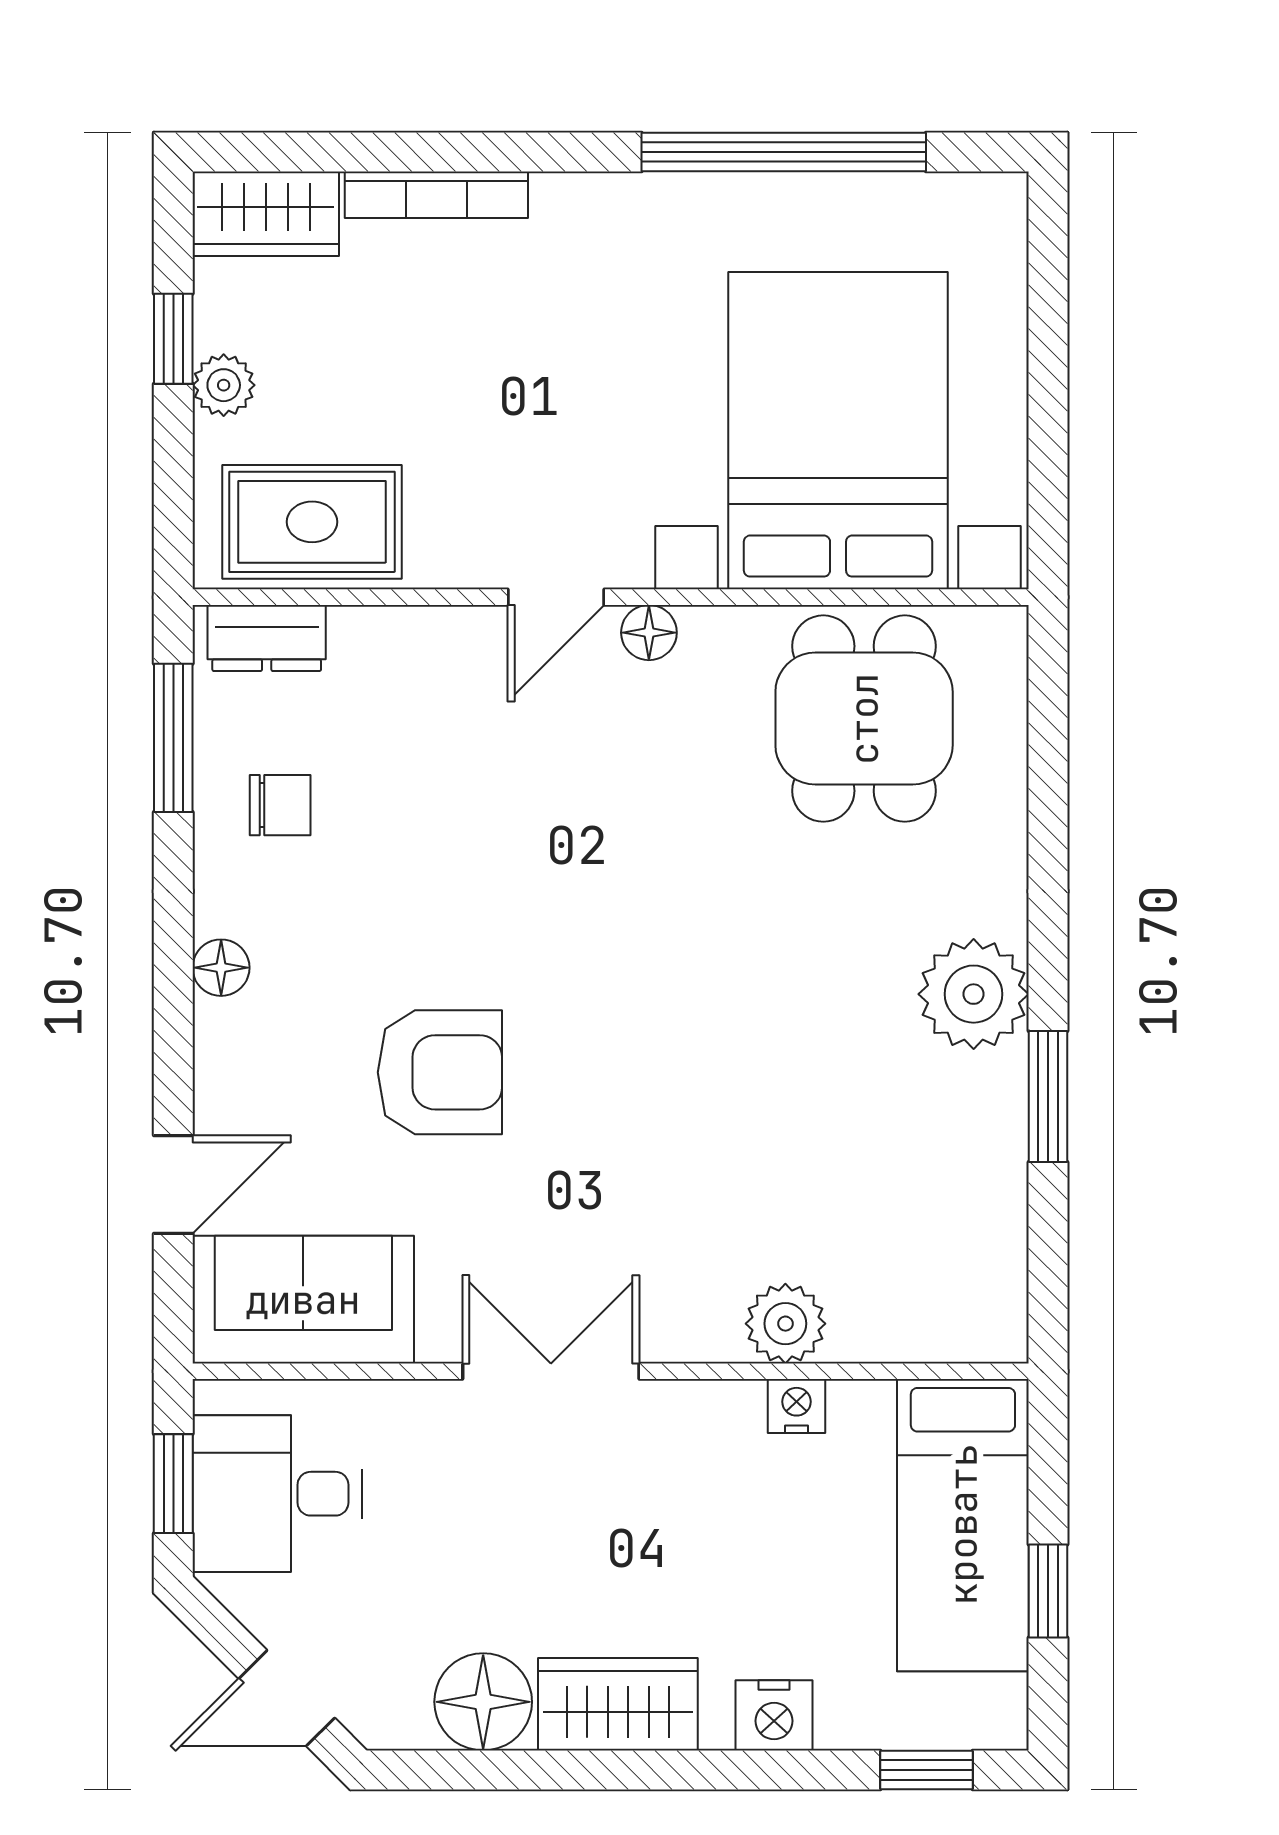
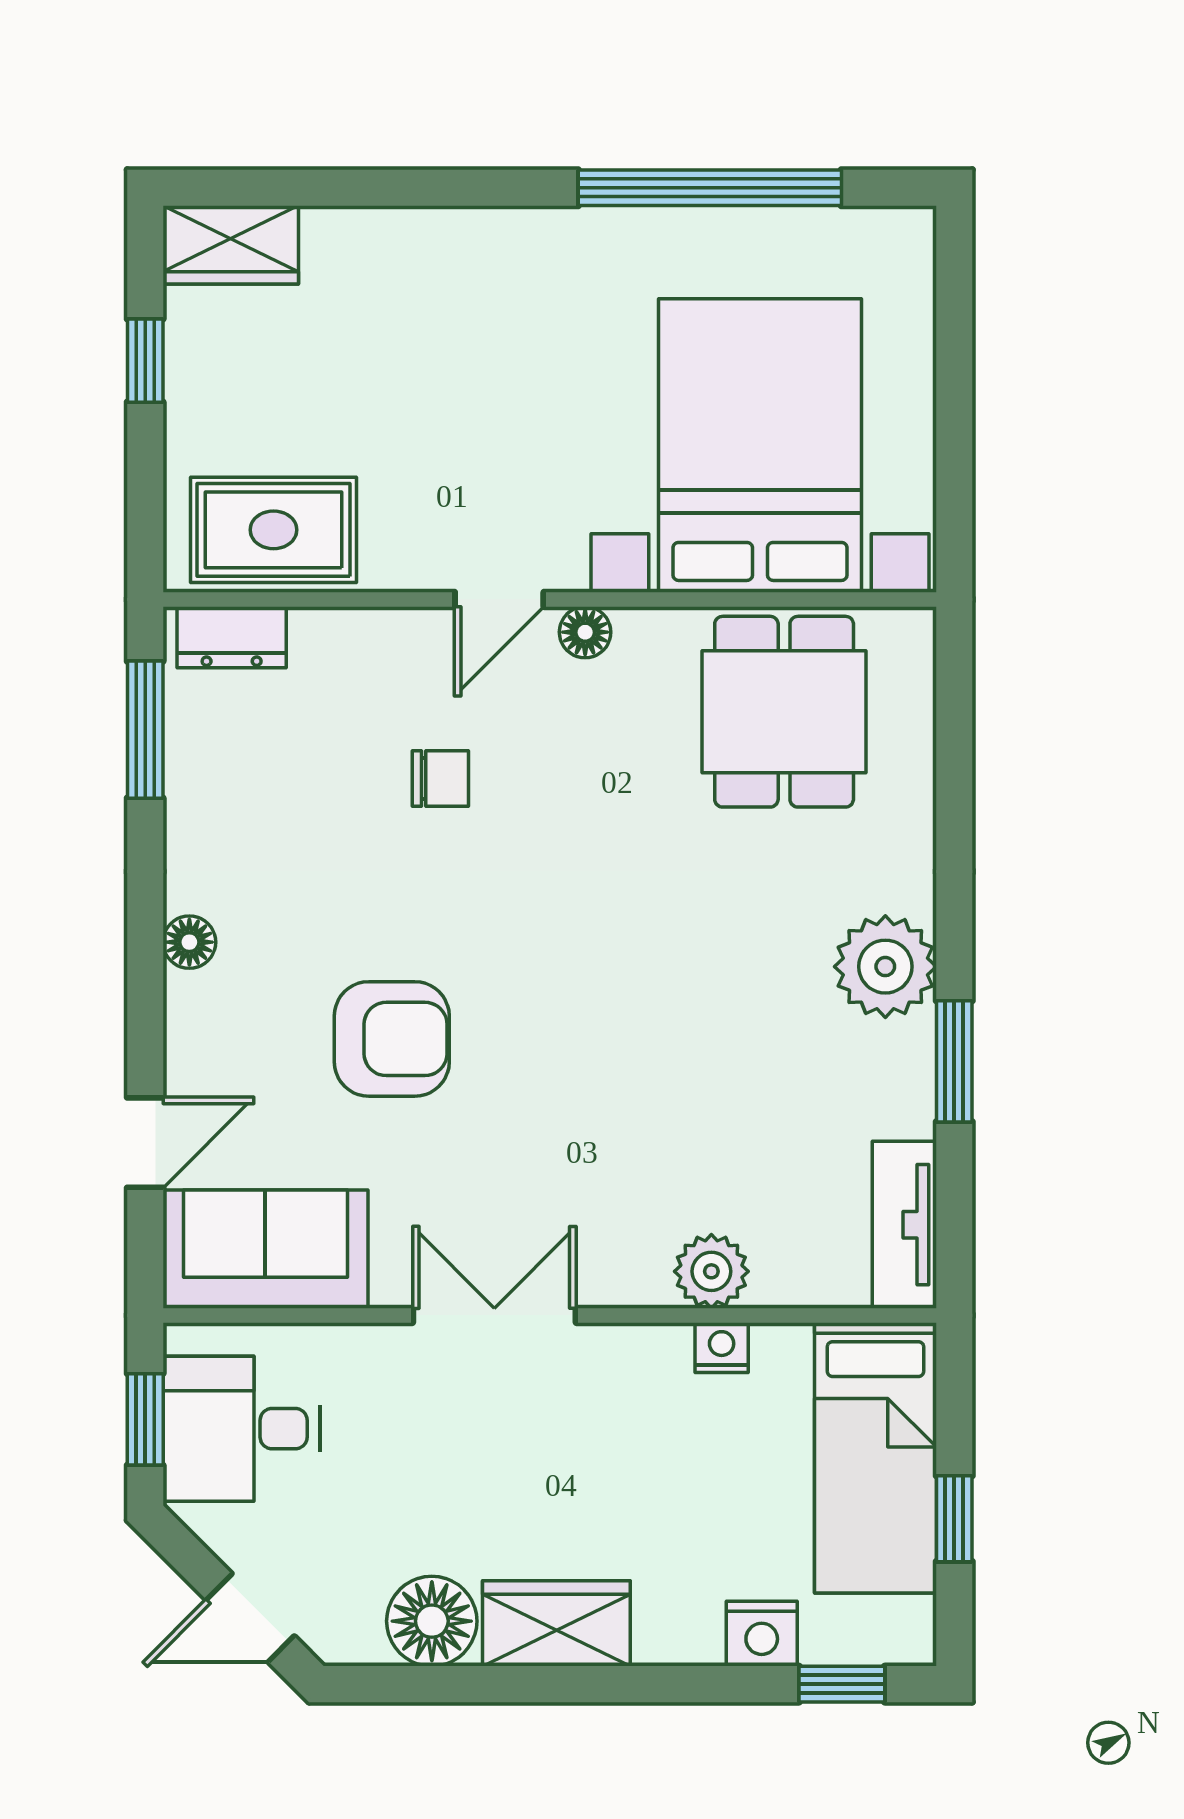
bookcase: (436, 195) -> (389, 227), removed
plant: (224, 385) -> (192, 403), removed
chair: (280, 805) -> (440, 778), moved
tv unit: (994, 1273) -> (904, 1225), added
nightstand: (774, 1715) -> (762, 1634), moved

